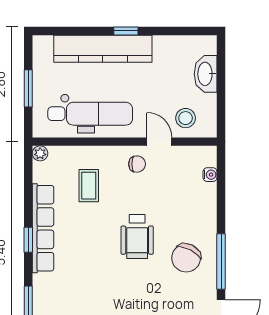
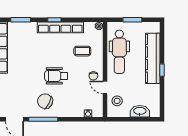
door: (159, 142) -> (105, 87), swing flipped

